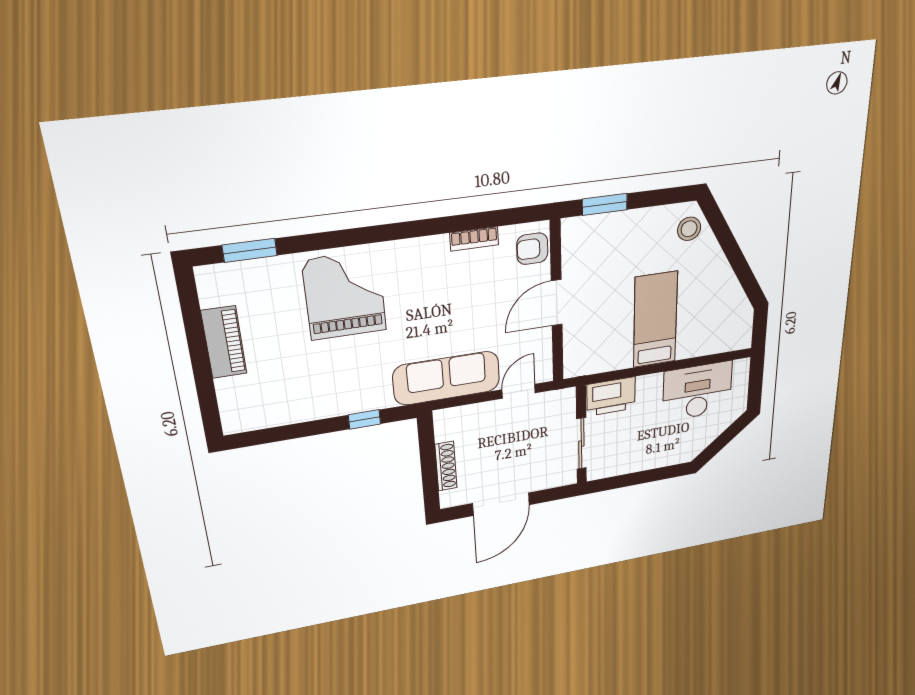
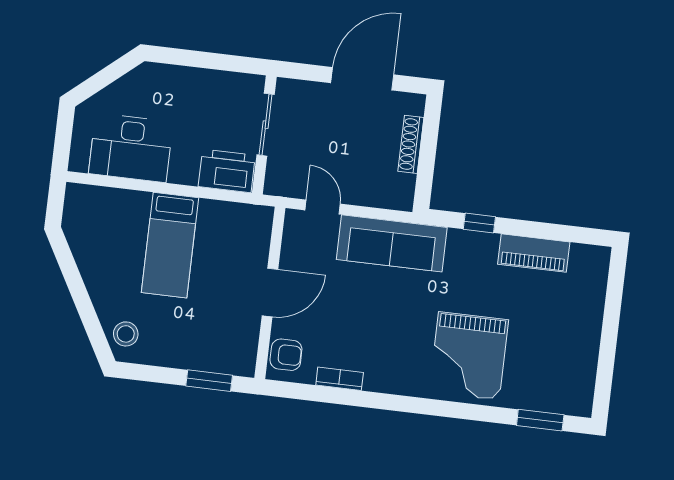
piano: (224, 342) -> (534, 253), moved, turned -90
door: (519, 391) -> (323, 207), swing flipped

